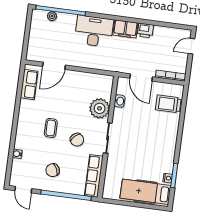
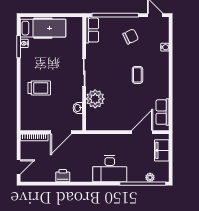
filing cabinet: (125, 29) -> (162, 150), moved, turned -90
door: (141, 77) -> (61, 132), swing flipped
trolley: (168, 104) -> (39, 88), moved
chair: (77, 140) -> (112, 67), removed
row of seats: (94, 176) -> (92, 30), width x0.68

